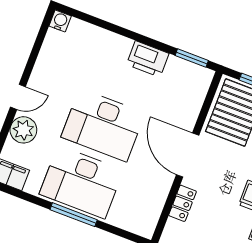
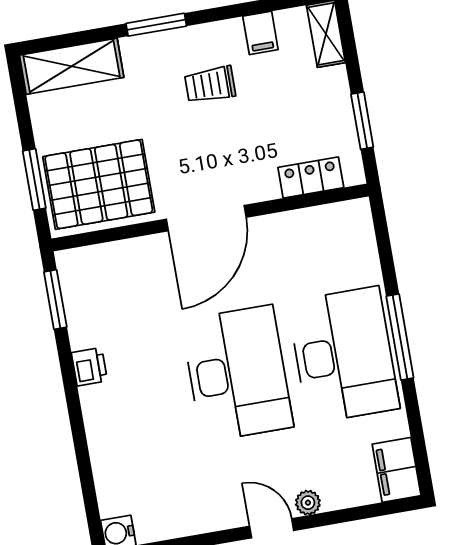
printer: (148, 59) -> (89, 367), width x0.53, depth x0.68
plant: (23, 130) -> (308, 503), width x0.53, depth x0.53
locker: (183, 203) -> (311, 178), moved

